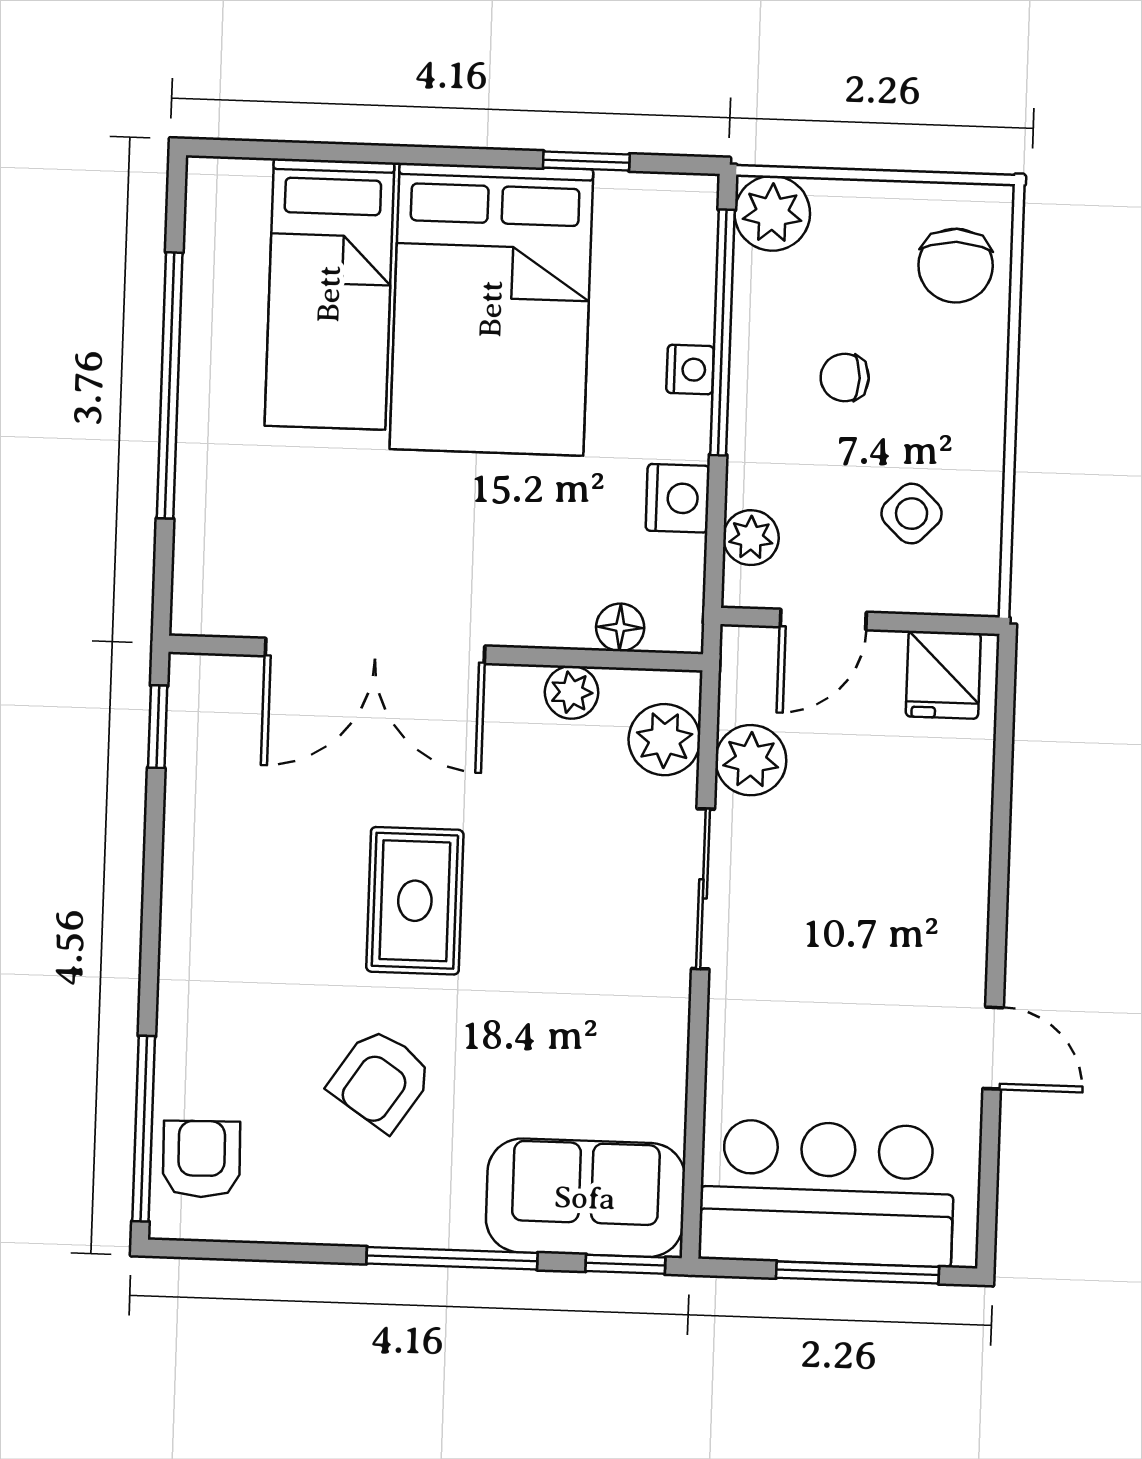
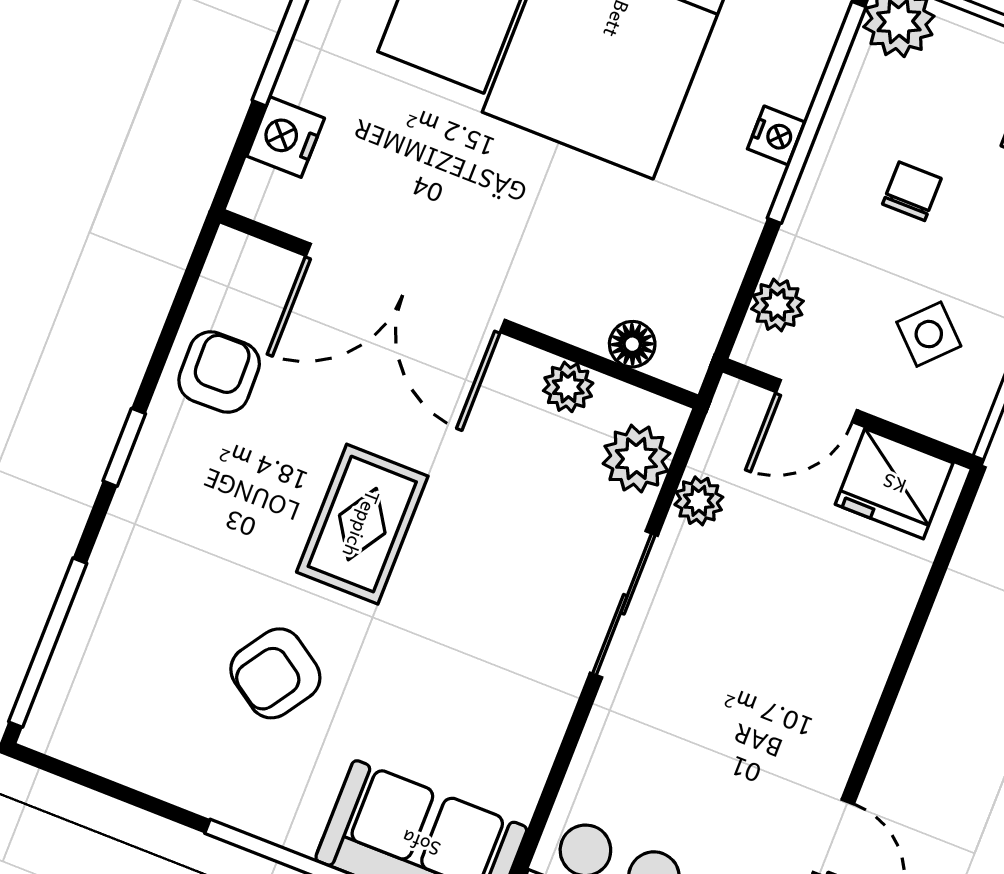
chair: (845, 377) -> (912, 191), turned 90
nightstand: (678, 498) -> (286, 137), moved, turned 180
fridge: (943, 675) -> (894, 484), width x1.38
window: (158, 727) -> (124, 447), moved
plant: (751, 760) -> (699, 501), width x0.73, depth x0.73
armchair: (202, 1159) -> (219, 372), moved

